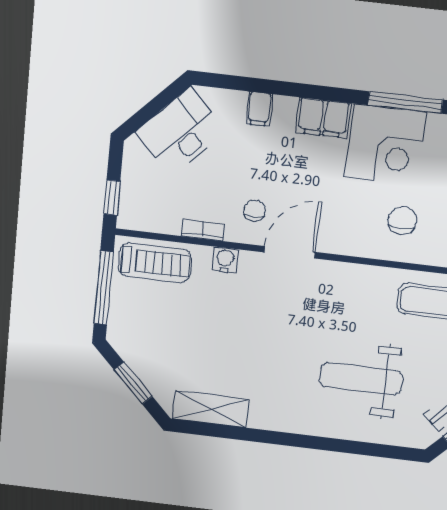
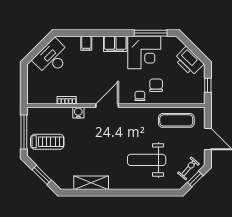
window: (112, 198) -> (24, 90), removed
chair: (255, 210) -> (140, 96), moved
treadmill: (155, 263) -> (47, 142), moved
shelving: (210, 409) -> (91, 183), moved

